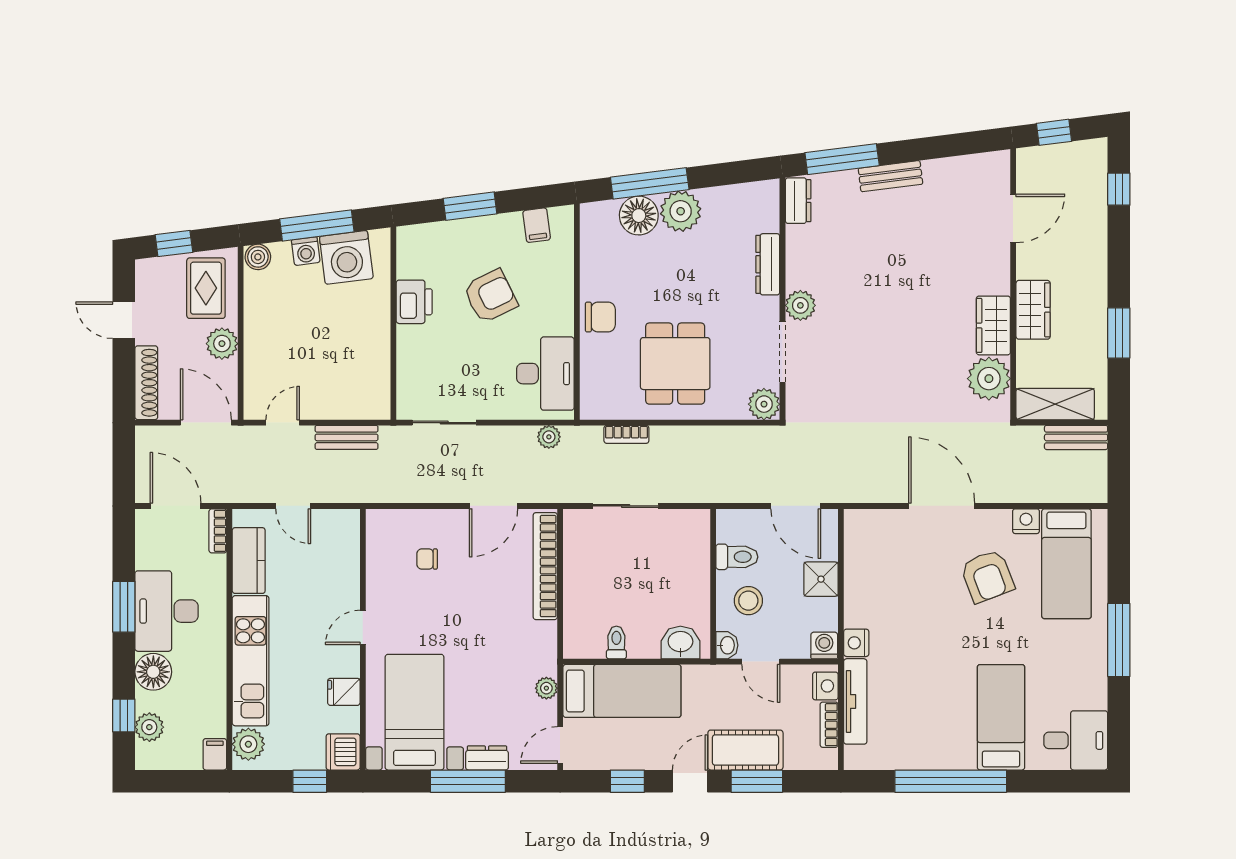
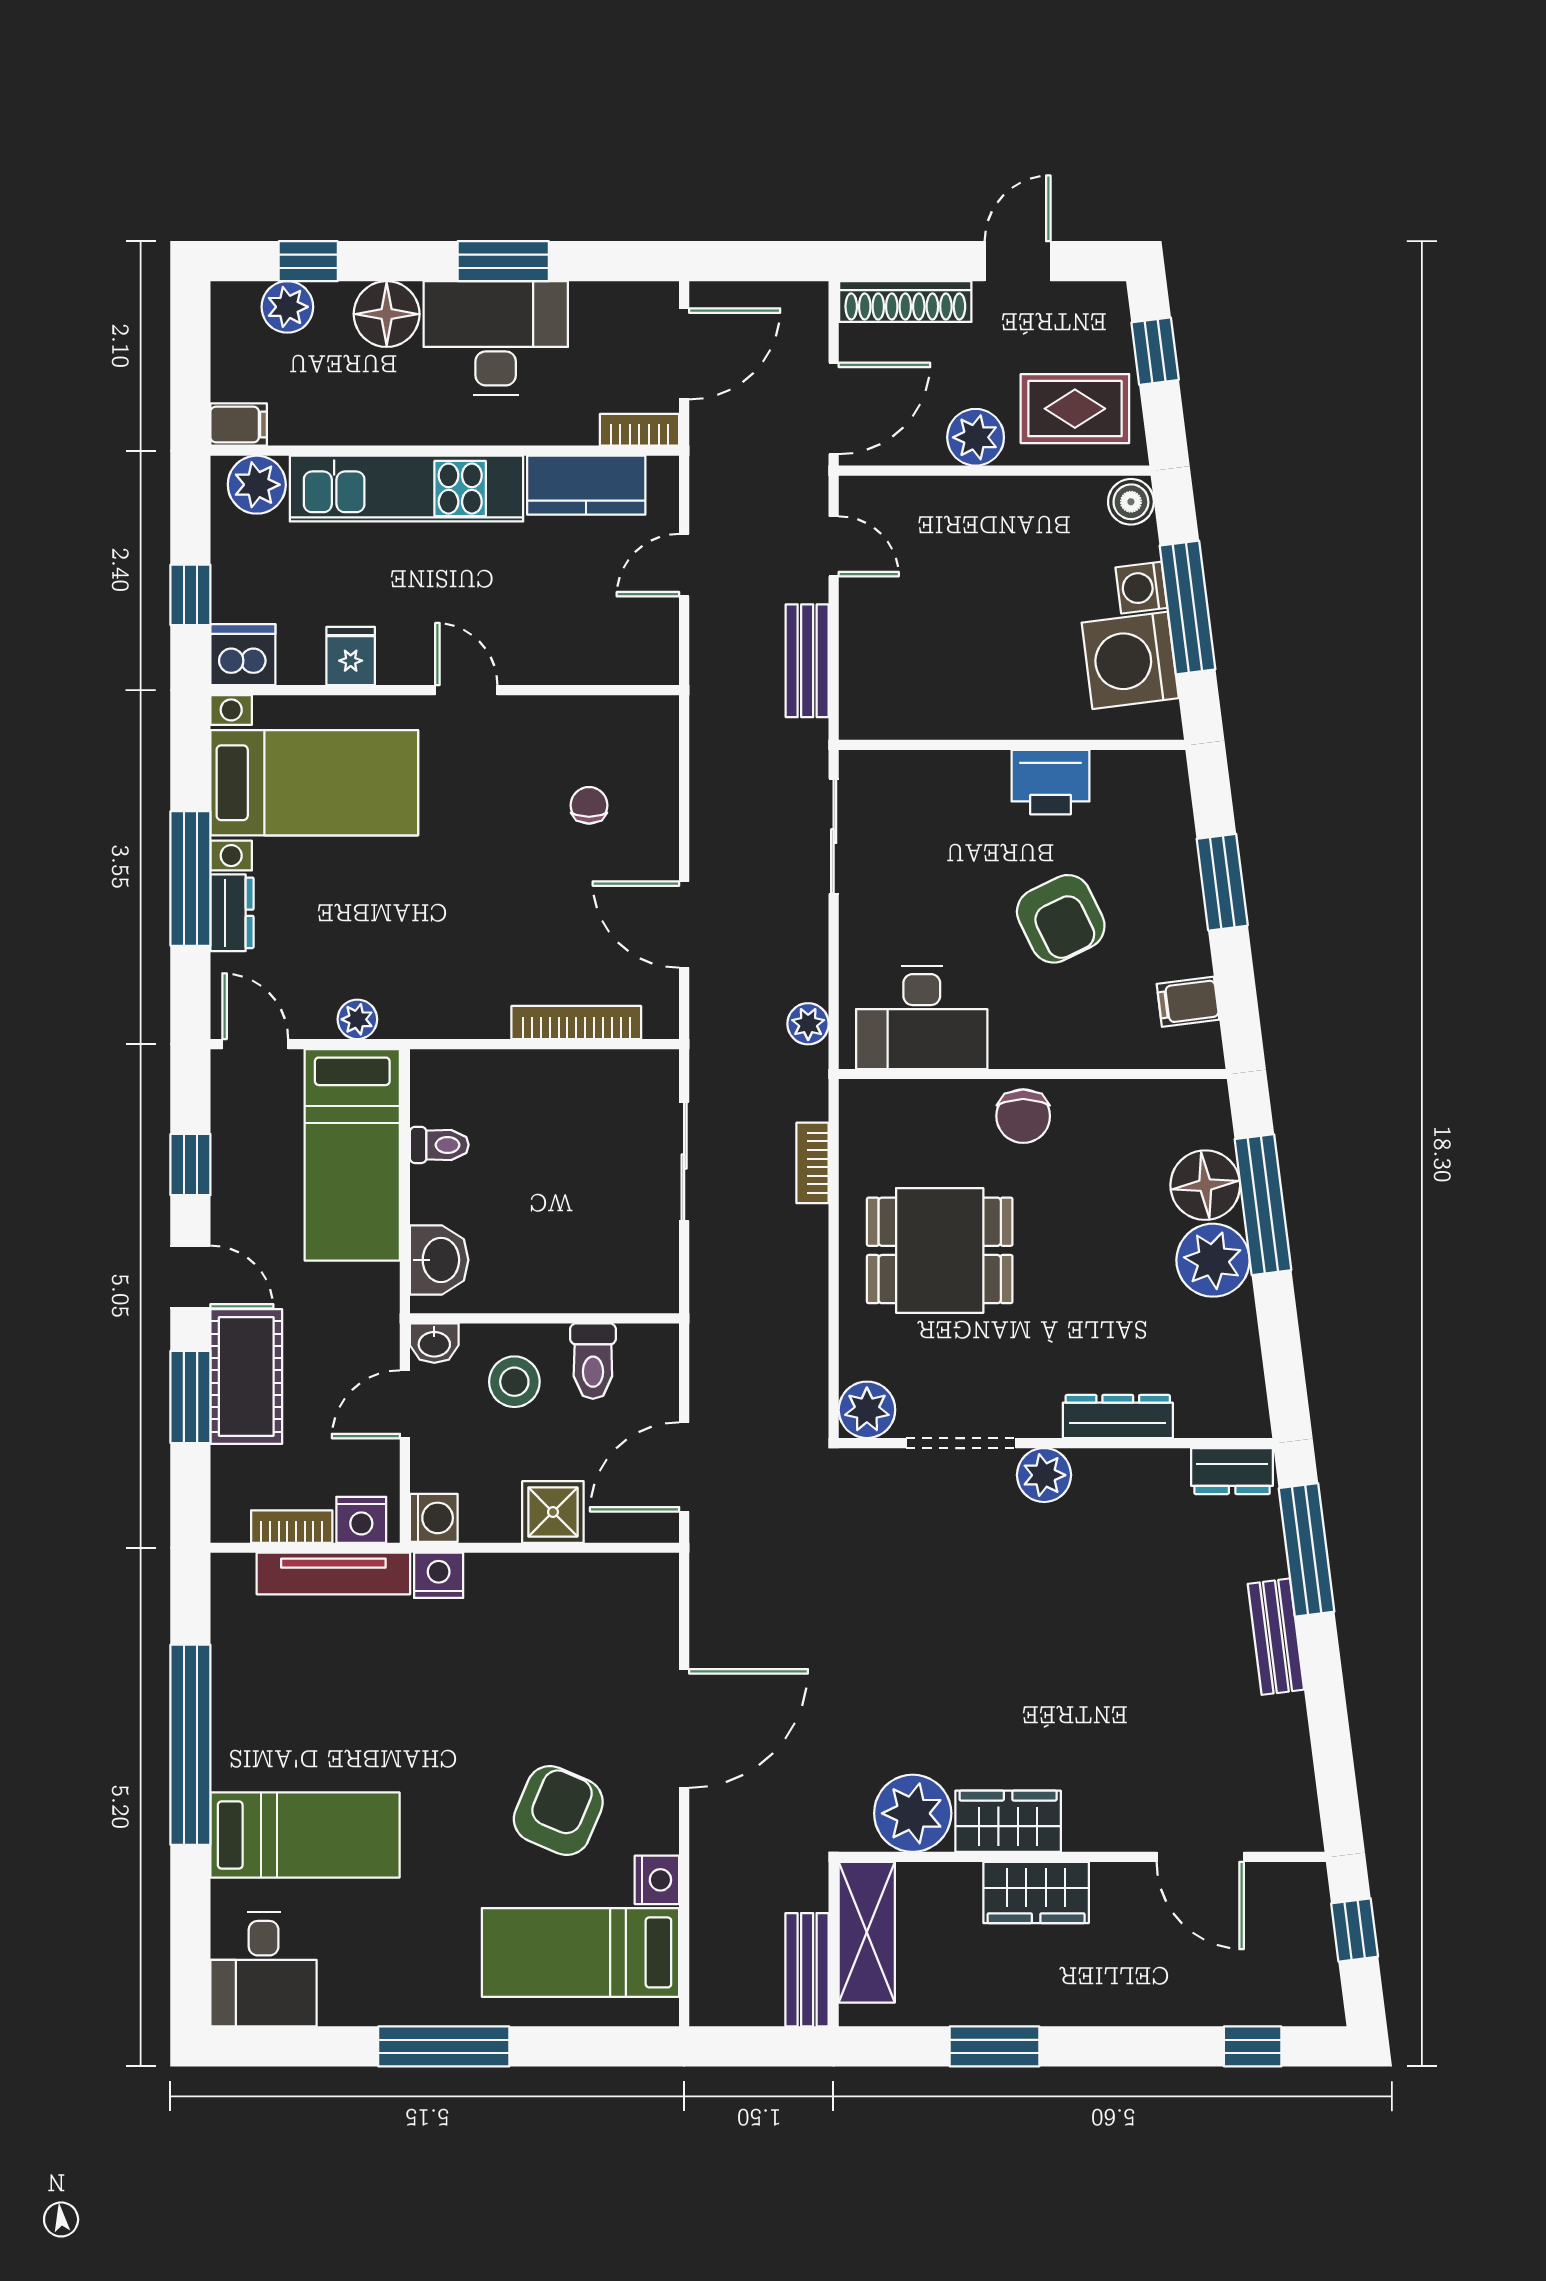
bookcase: (545, 566) -> (576, 1022), width x0.68, depth x0.76
armchair: (987, 576) -> (558, 1811), turned 134

